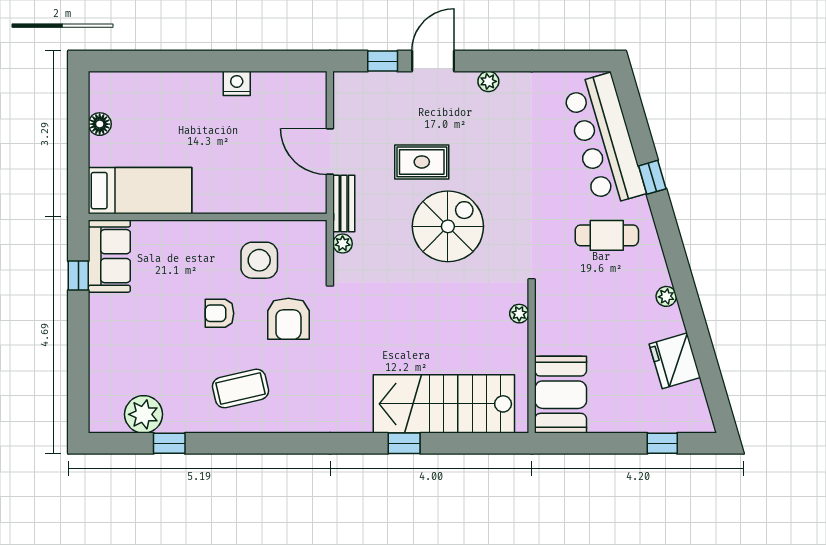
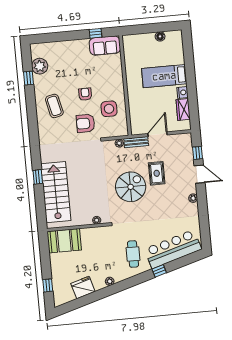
wardrobe: (277, 86) -> (183, 110), added
bed: (140, 191) -> (164, 76), moved, turned 90
spiral stairs: (448, 226) -> (131, 187), turned -90

